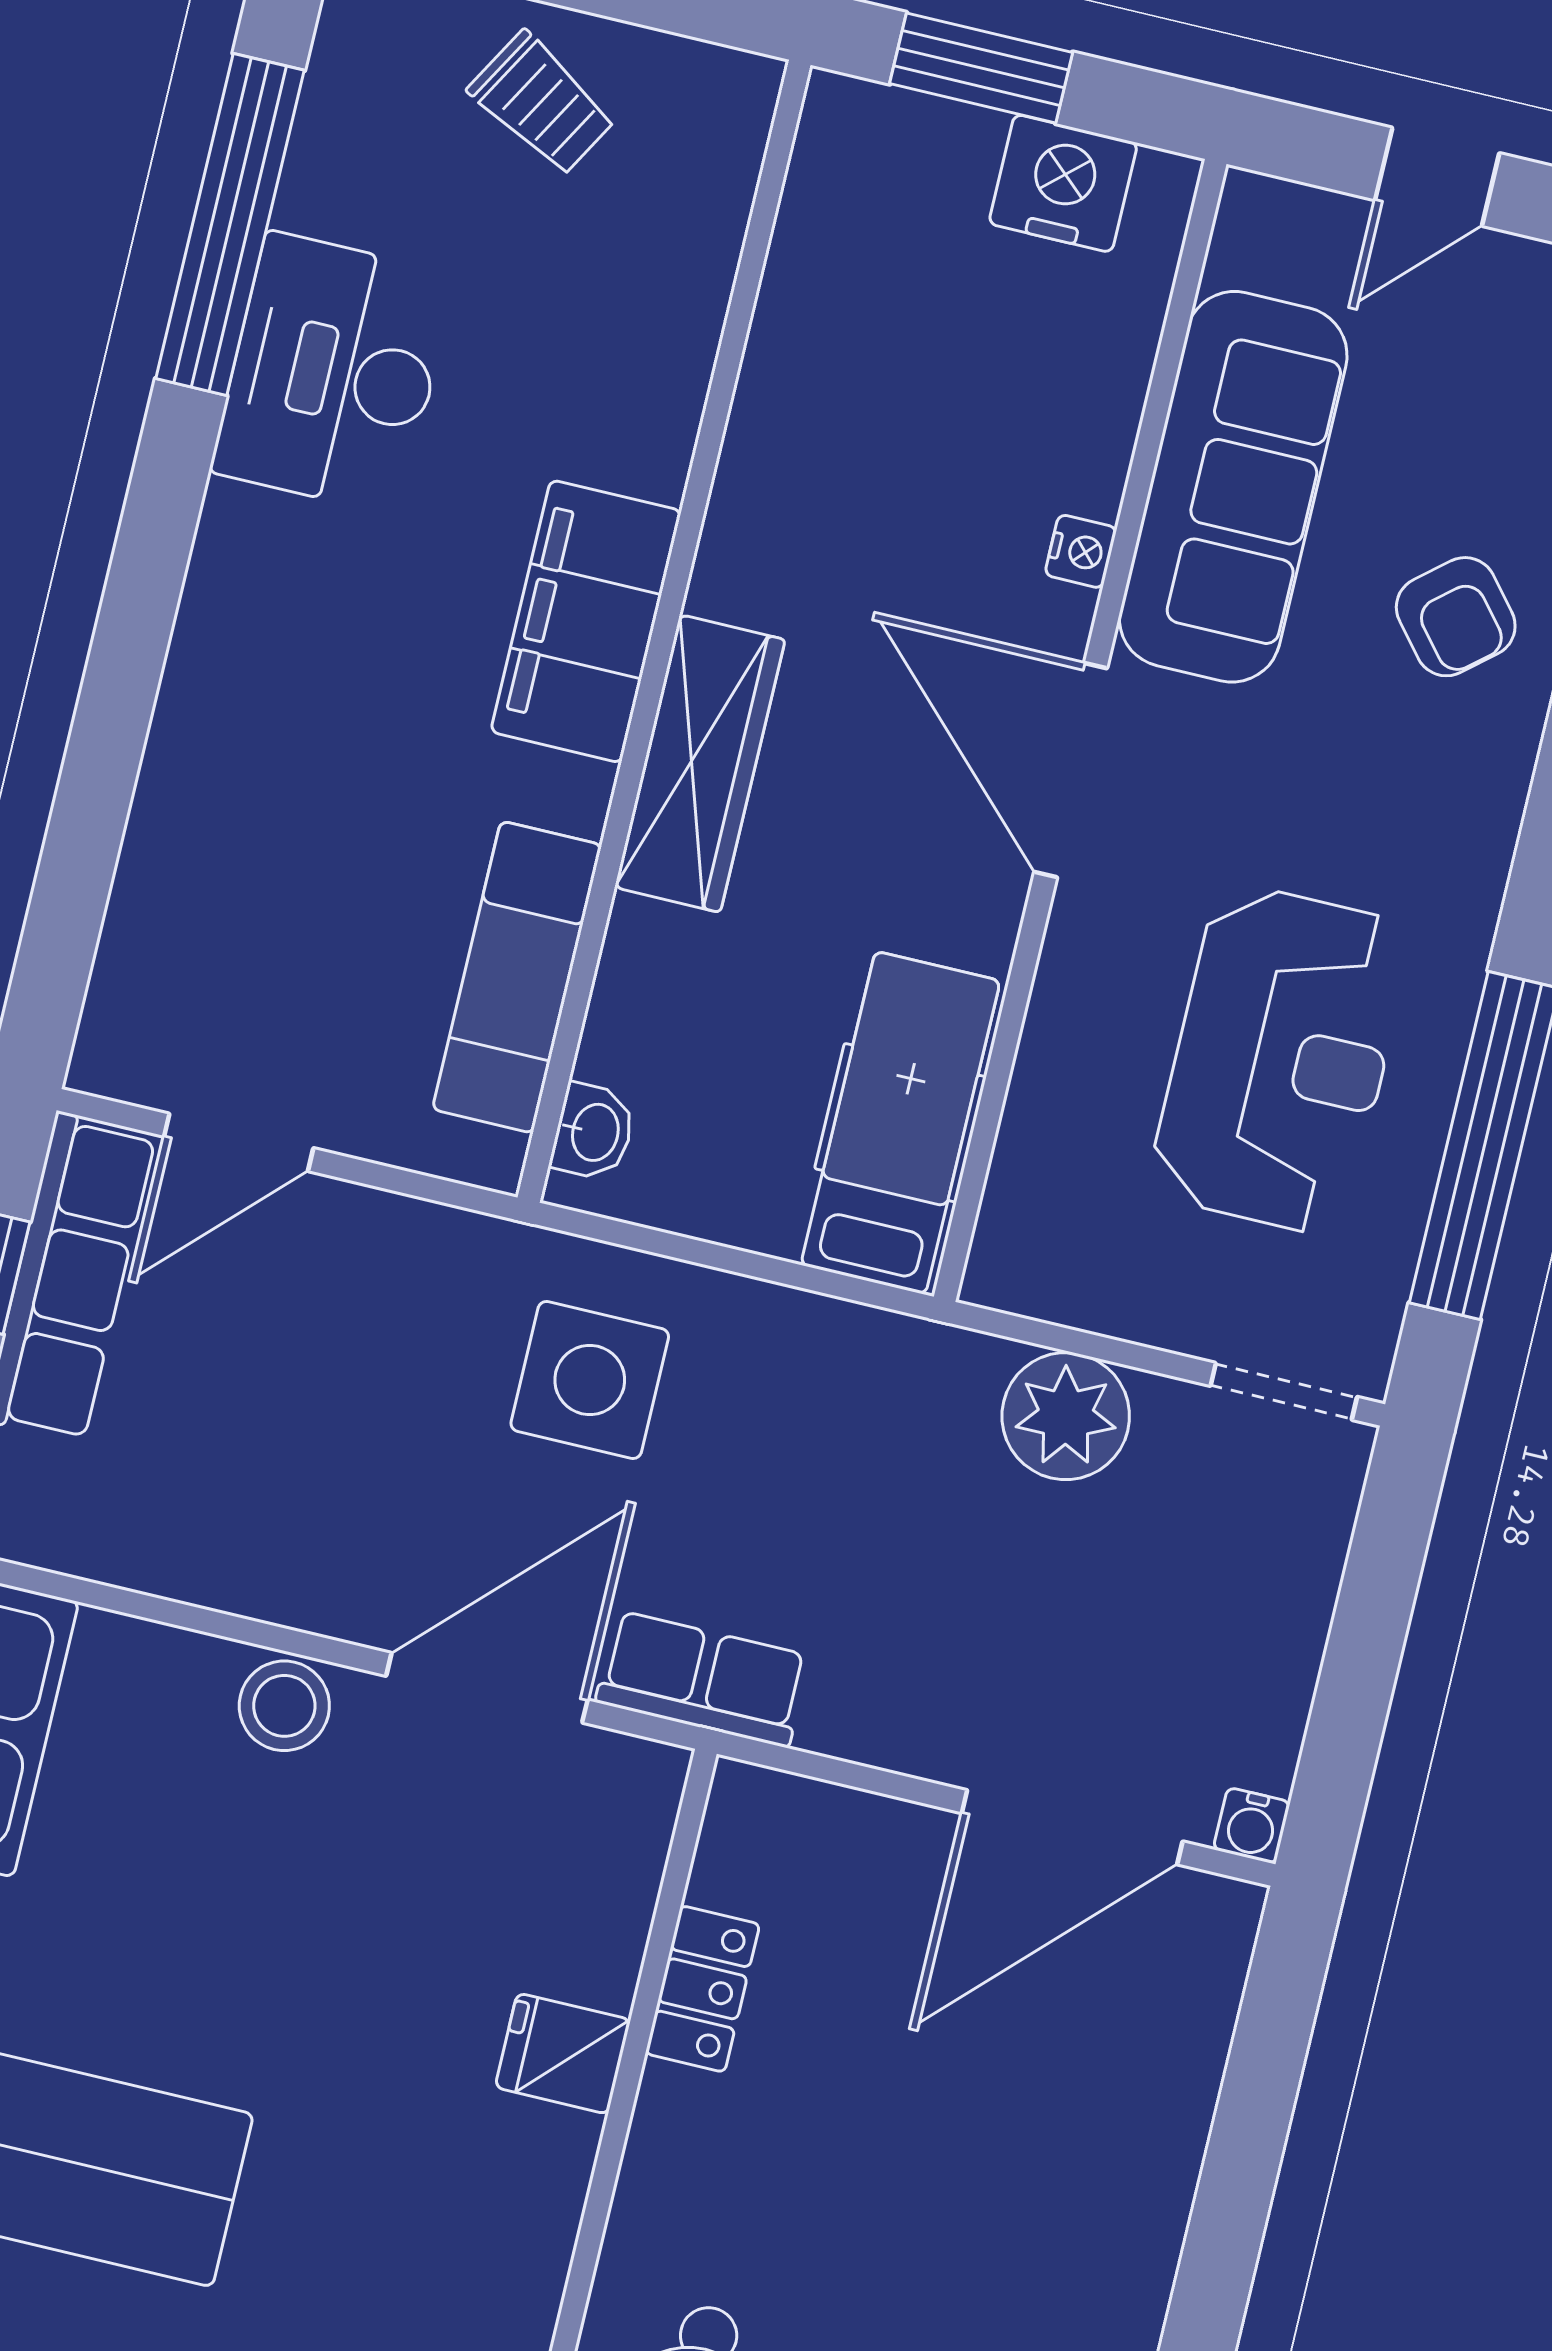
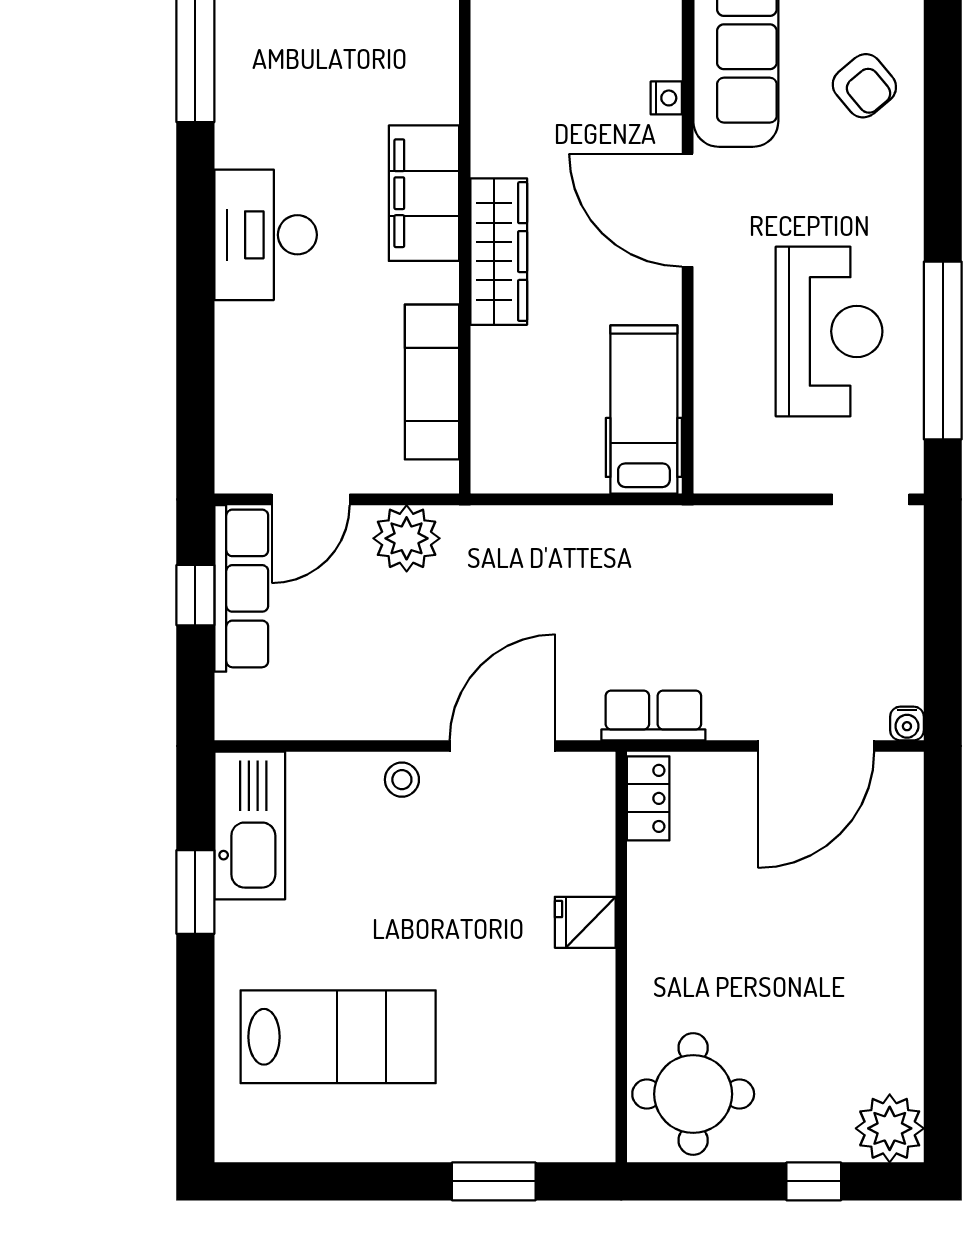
desk: (333, 373) -> (266, 235), moved
washbasin: (593, 1132) -> (489, 451), removed
side table: (590, 1380) -> (517, 578), removed
plant: (1066, 1416) -> (407, 538), moved
row of seats: (703, 1679) -> (653, 715), moved
stool: (284, 1706) -> (402, 780), width x0.73, depth x0.73
locker: (703, 1989) -> (648, 798), moved

